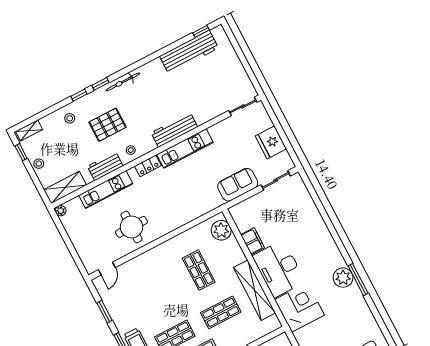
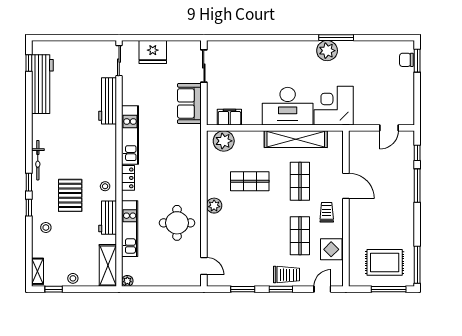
workbench: (174, 130) -> (108, 101), moved
fridge: (271, 142) -> (153, 52), moved
filing cabinet: (253, 241) -> (229, 117), moved
plant: (162, 251) -> (214, 206), added

